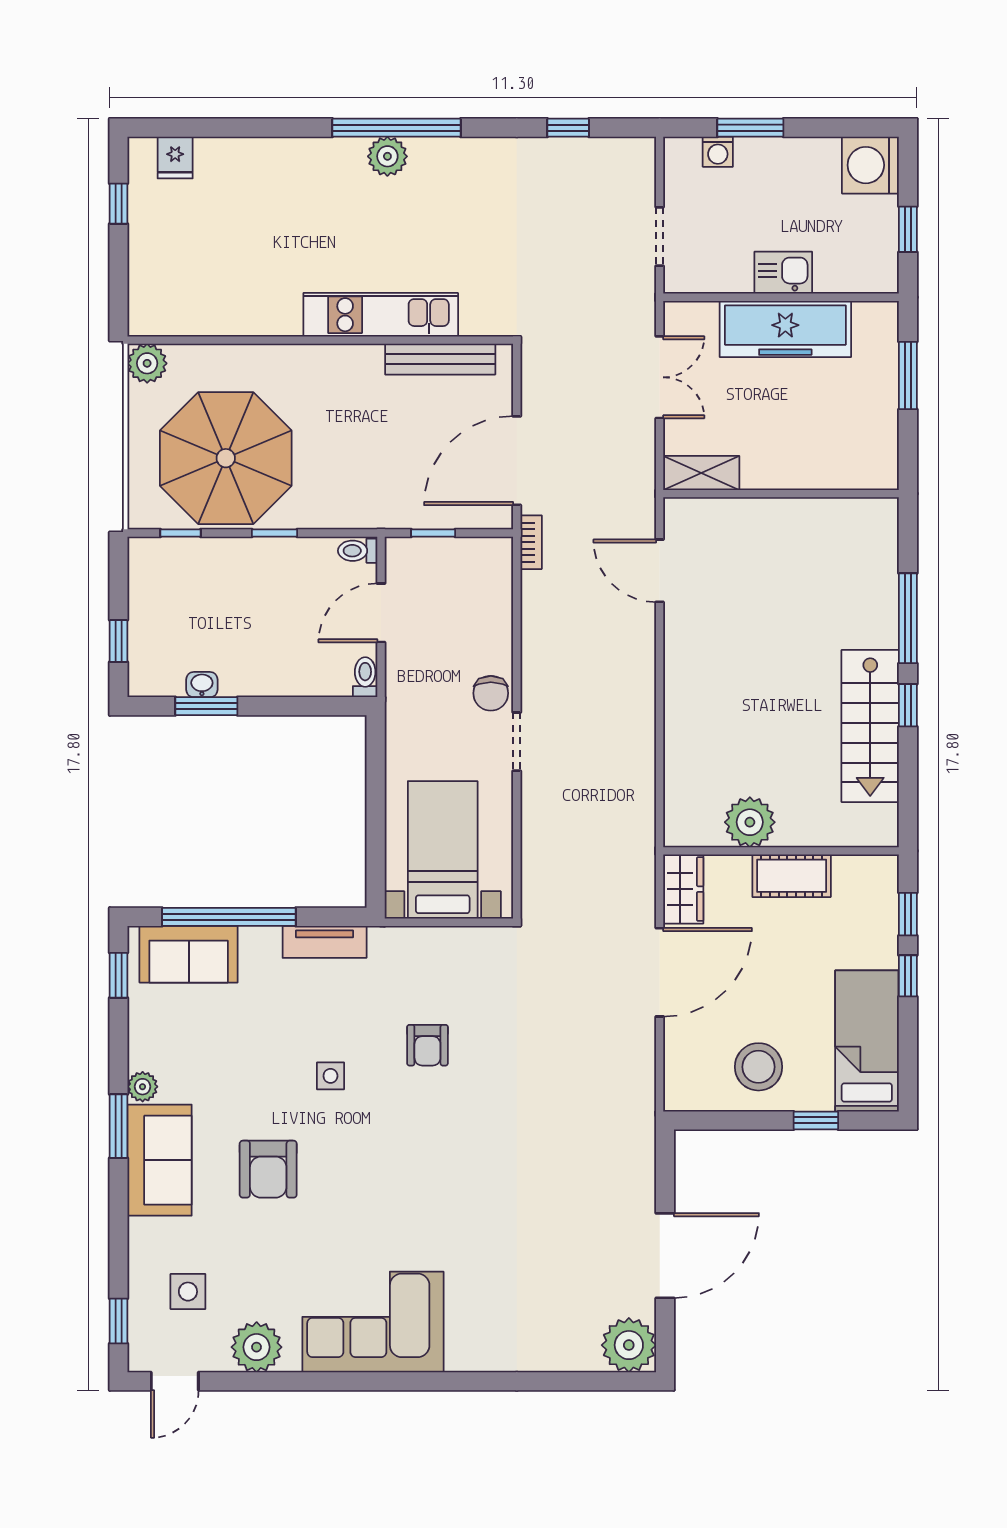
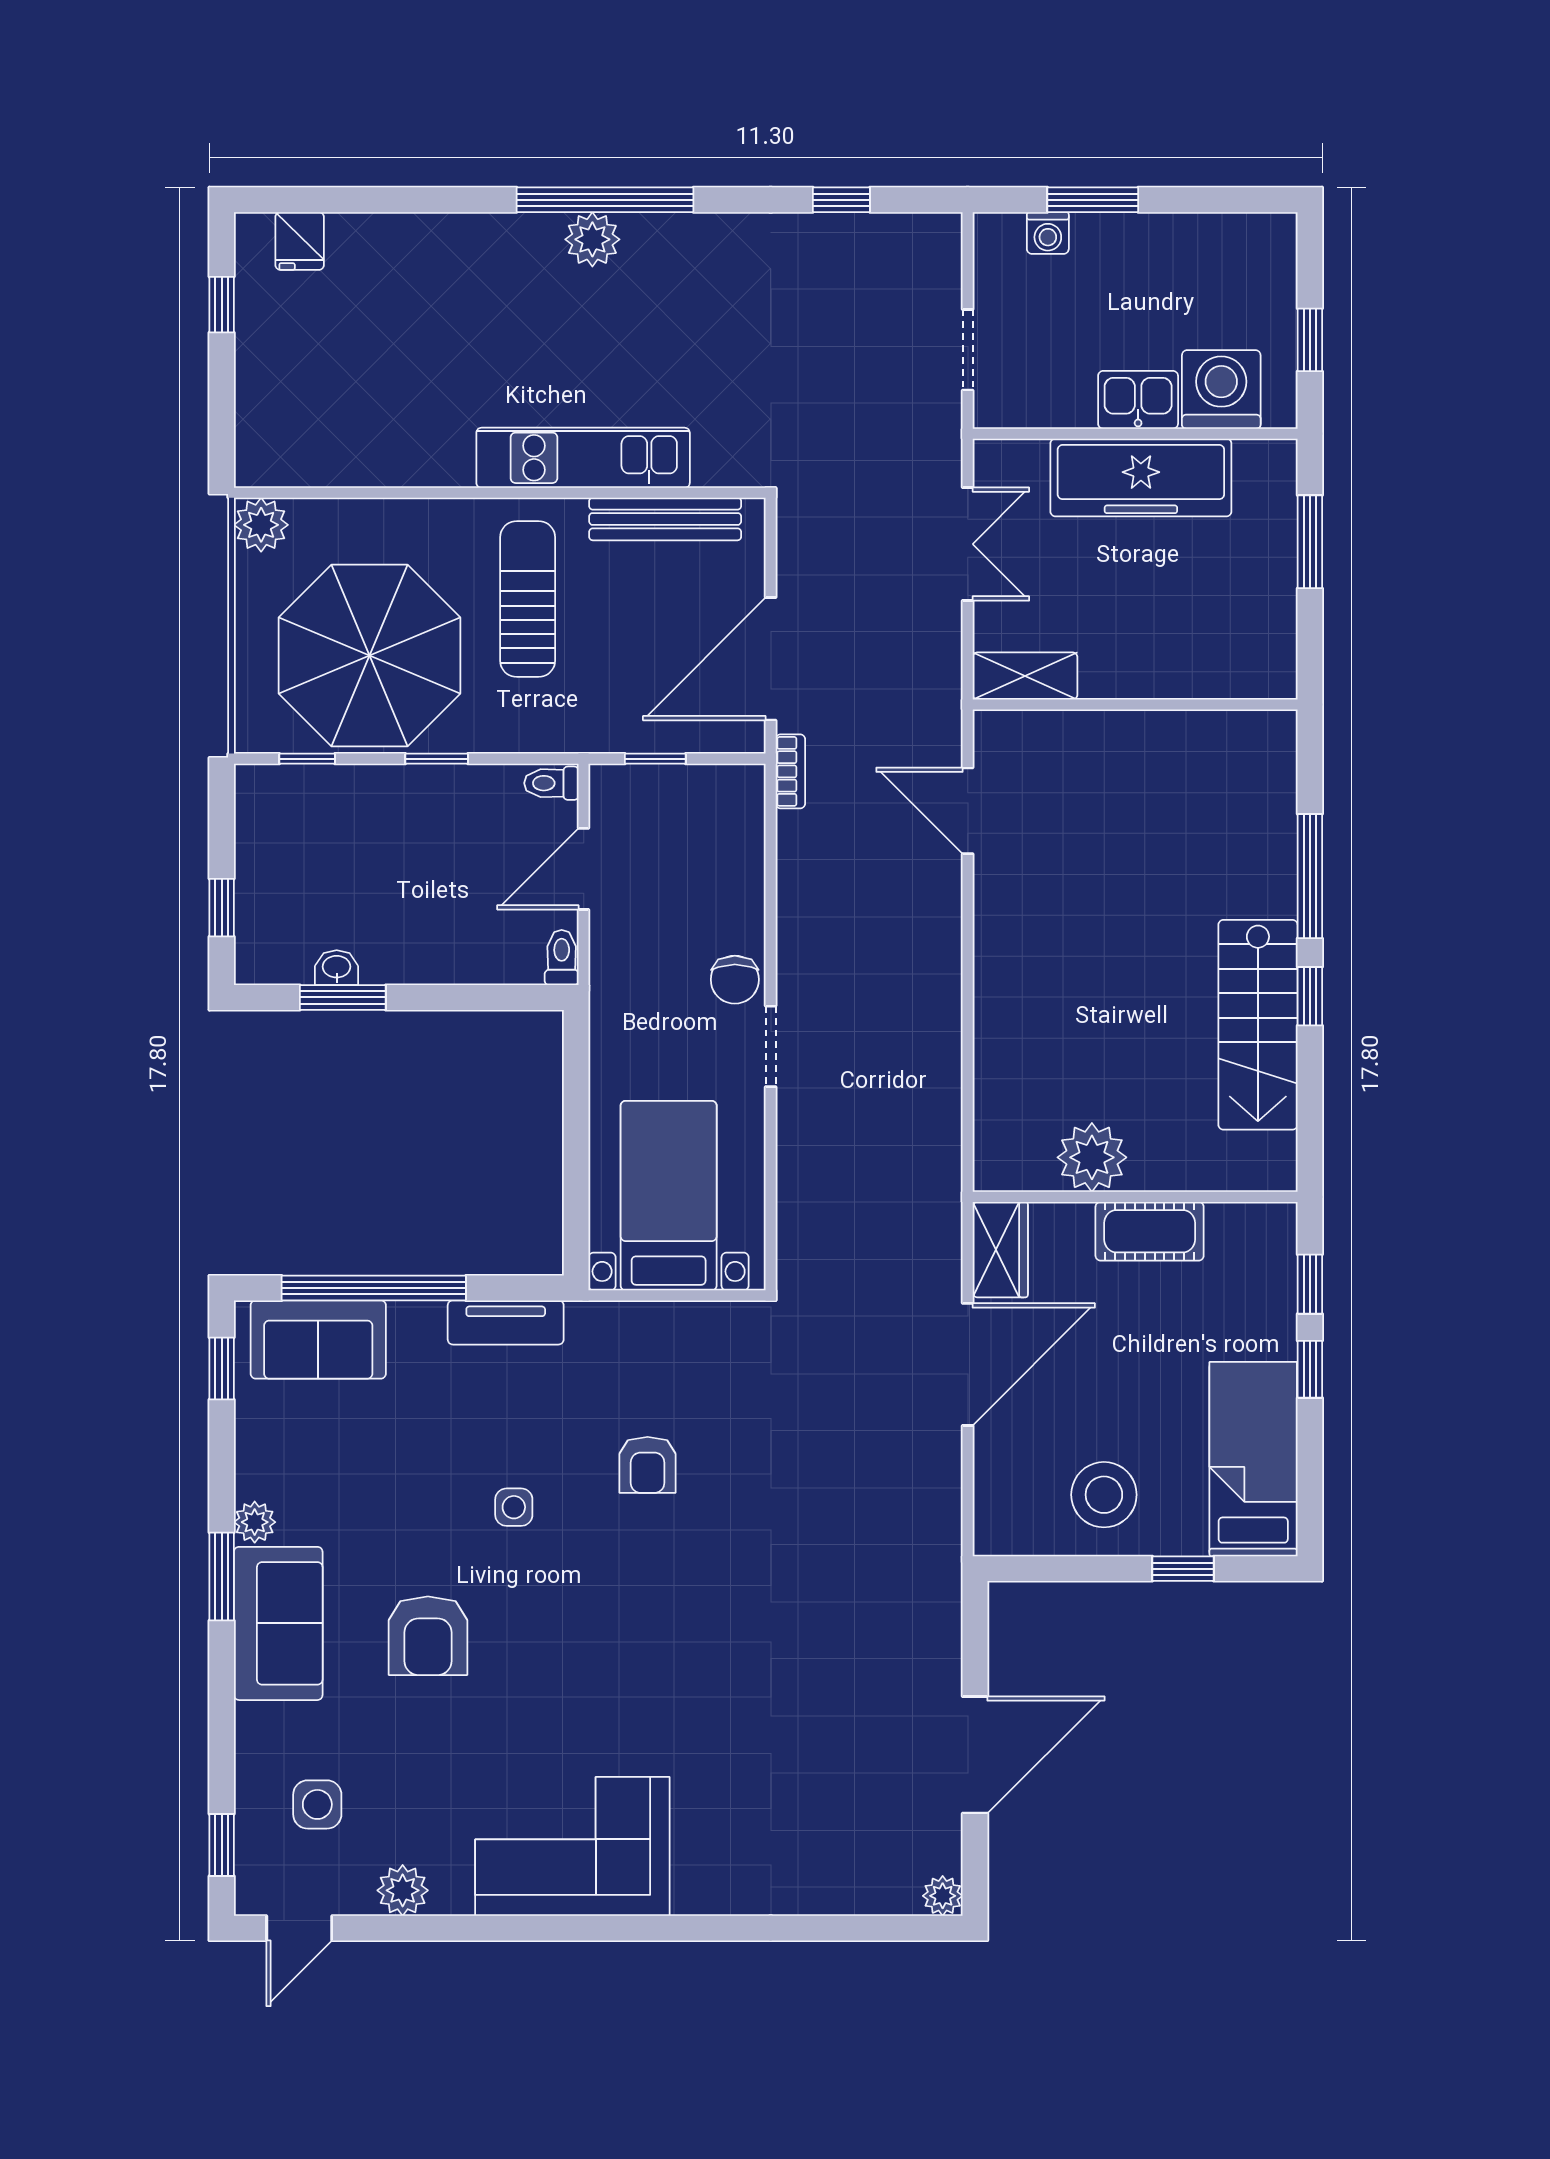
washing machine: (870, 165) -> (1221, 389), moved, turned 90
sun lounger: (340, 417) -> (528, 599), added
plant: (629, 1345) -> (943, 1896), width x0.53, depth x0.53
plant: (257, 1347) -> (403, 1890), width x0.73, depth x0.73

